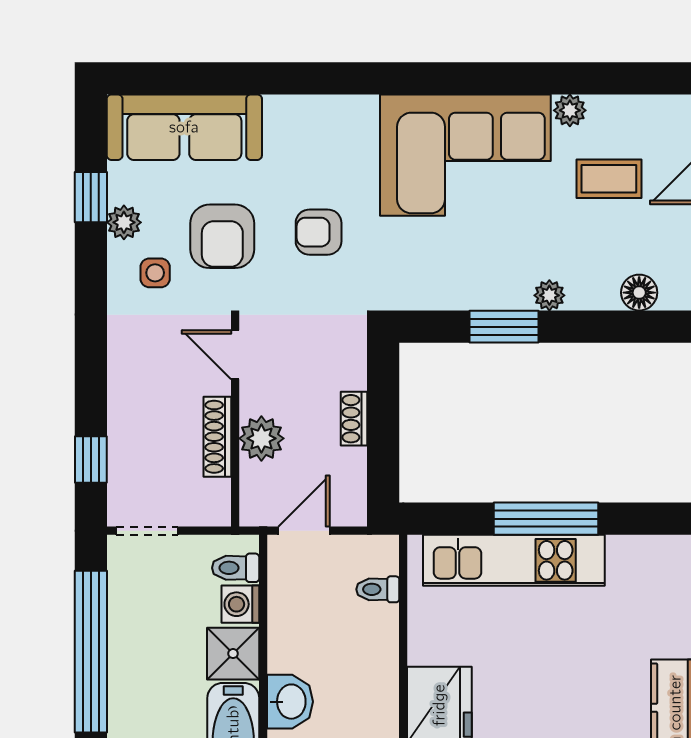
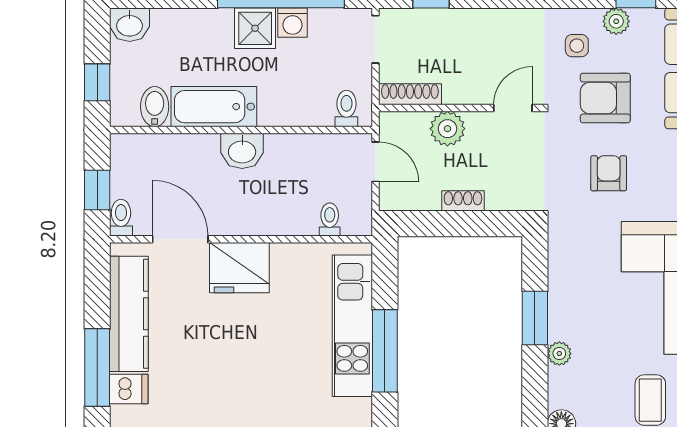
shoe rack: (217, 437) -> (410, 94), moved
washing machine: (240, 604) -> (292, 23), moved, turned 180
shower: (233, 654) -> (255, 28), moved

